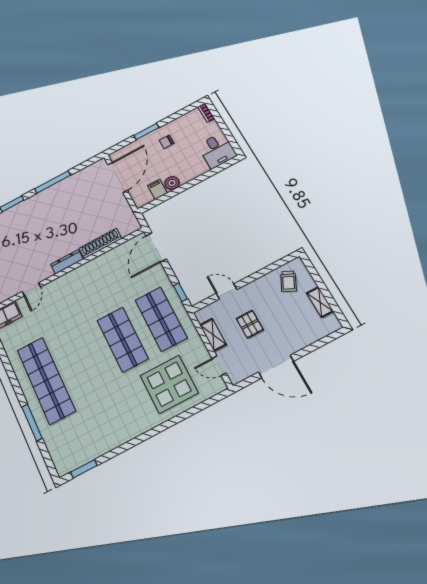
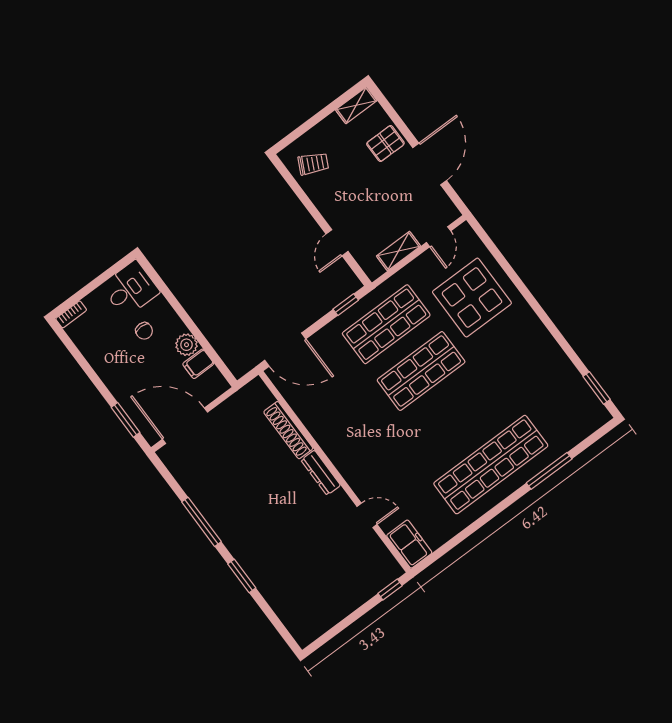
window: (146, 132) -> (125, 420), moved
chair: (167, 142) -> (144, 331), moved
shelving: (320, 302) -> (356, 105), moved
pallet: (250, 324) -> (385, 144), moved

